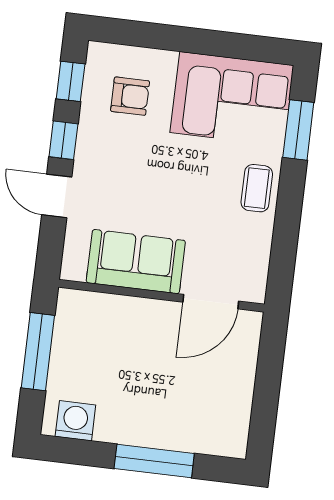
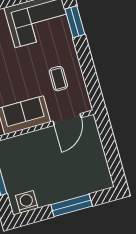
coffee table: (257, 188) -> (58, 79), moved

